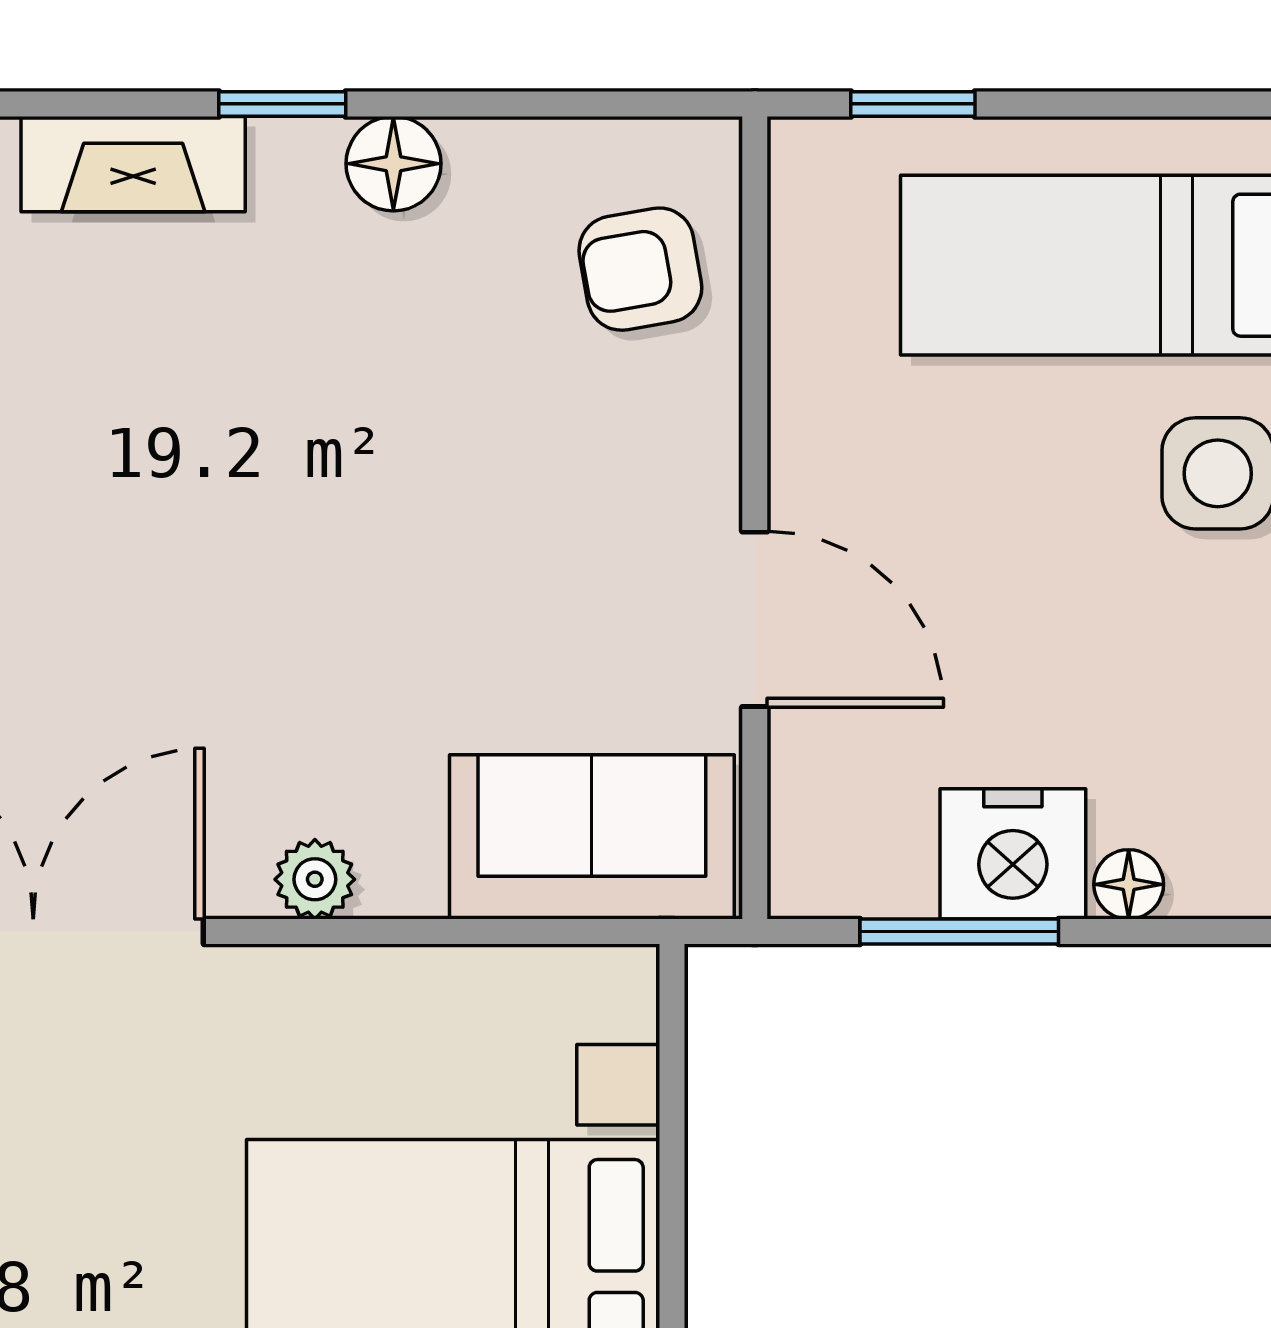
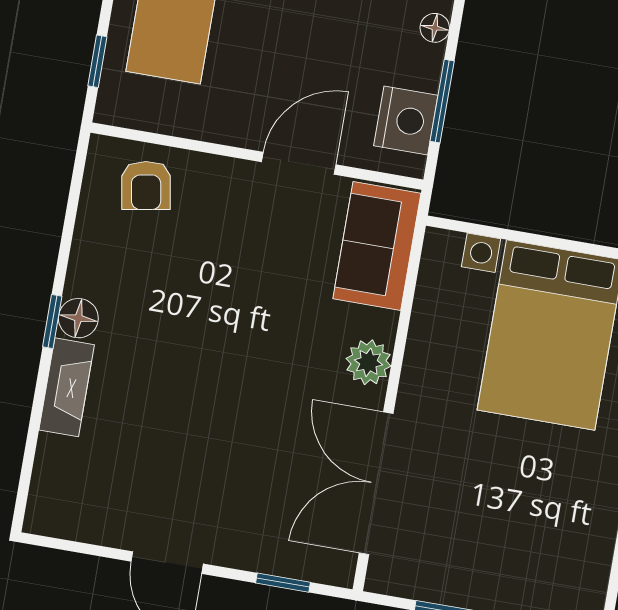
floor lamp: (393, 164) -> (78, 318), moved
nightstand: (1013, 854) -> (406, 120), moved
plant: (315, 879) -> (368, 362), width x1.38, depth x1.38

